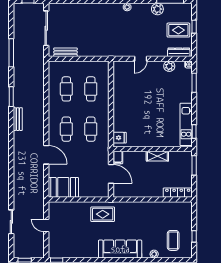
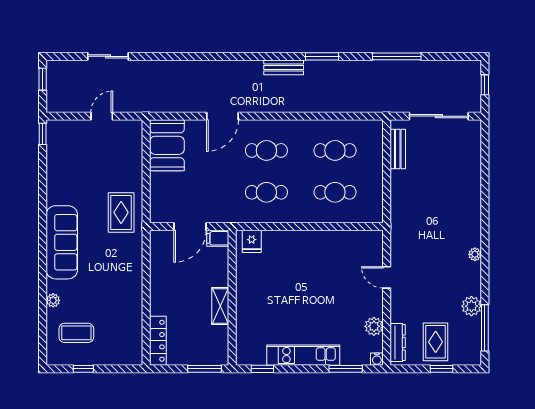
kitchen unit: (186, 124) -> (303, 355), moved

